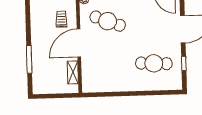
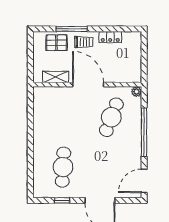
trolley: (61, 19) -> (84, 42), moved
locker: (35, 24) -> (110, 37), added
pallet: (42, 73) -> (57, 43), added

